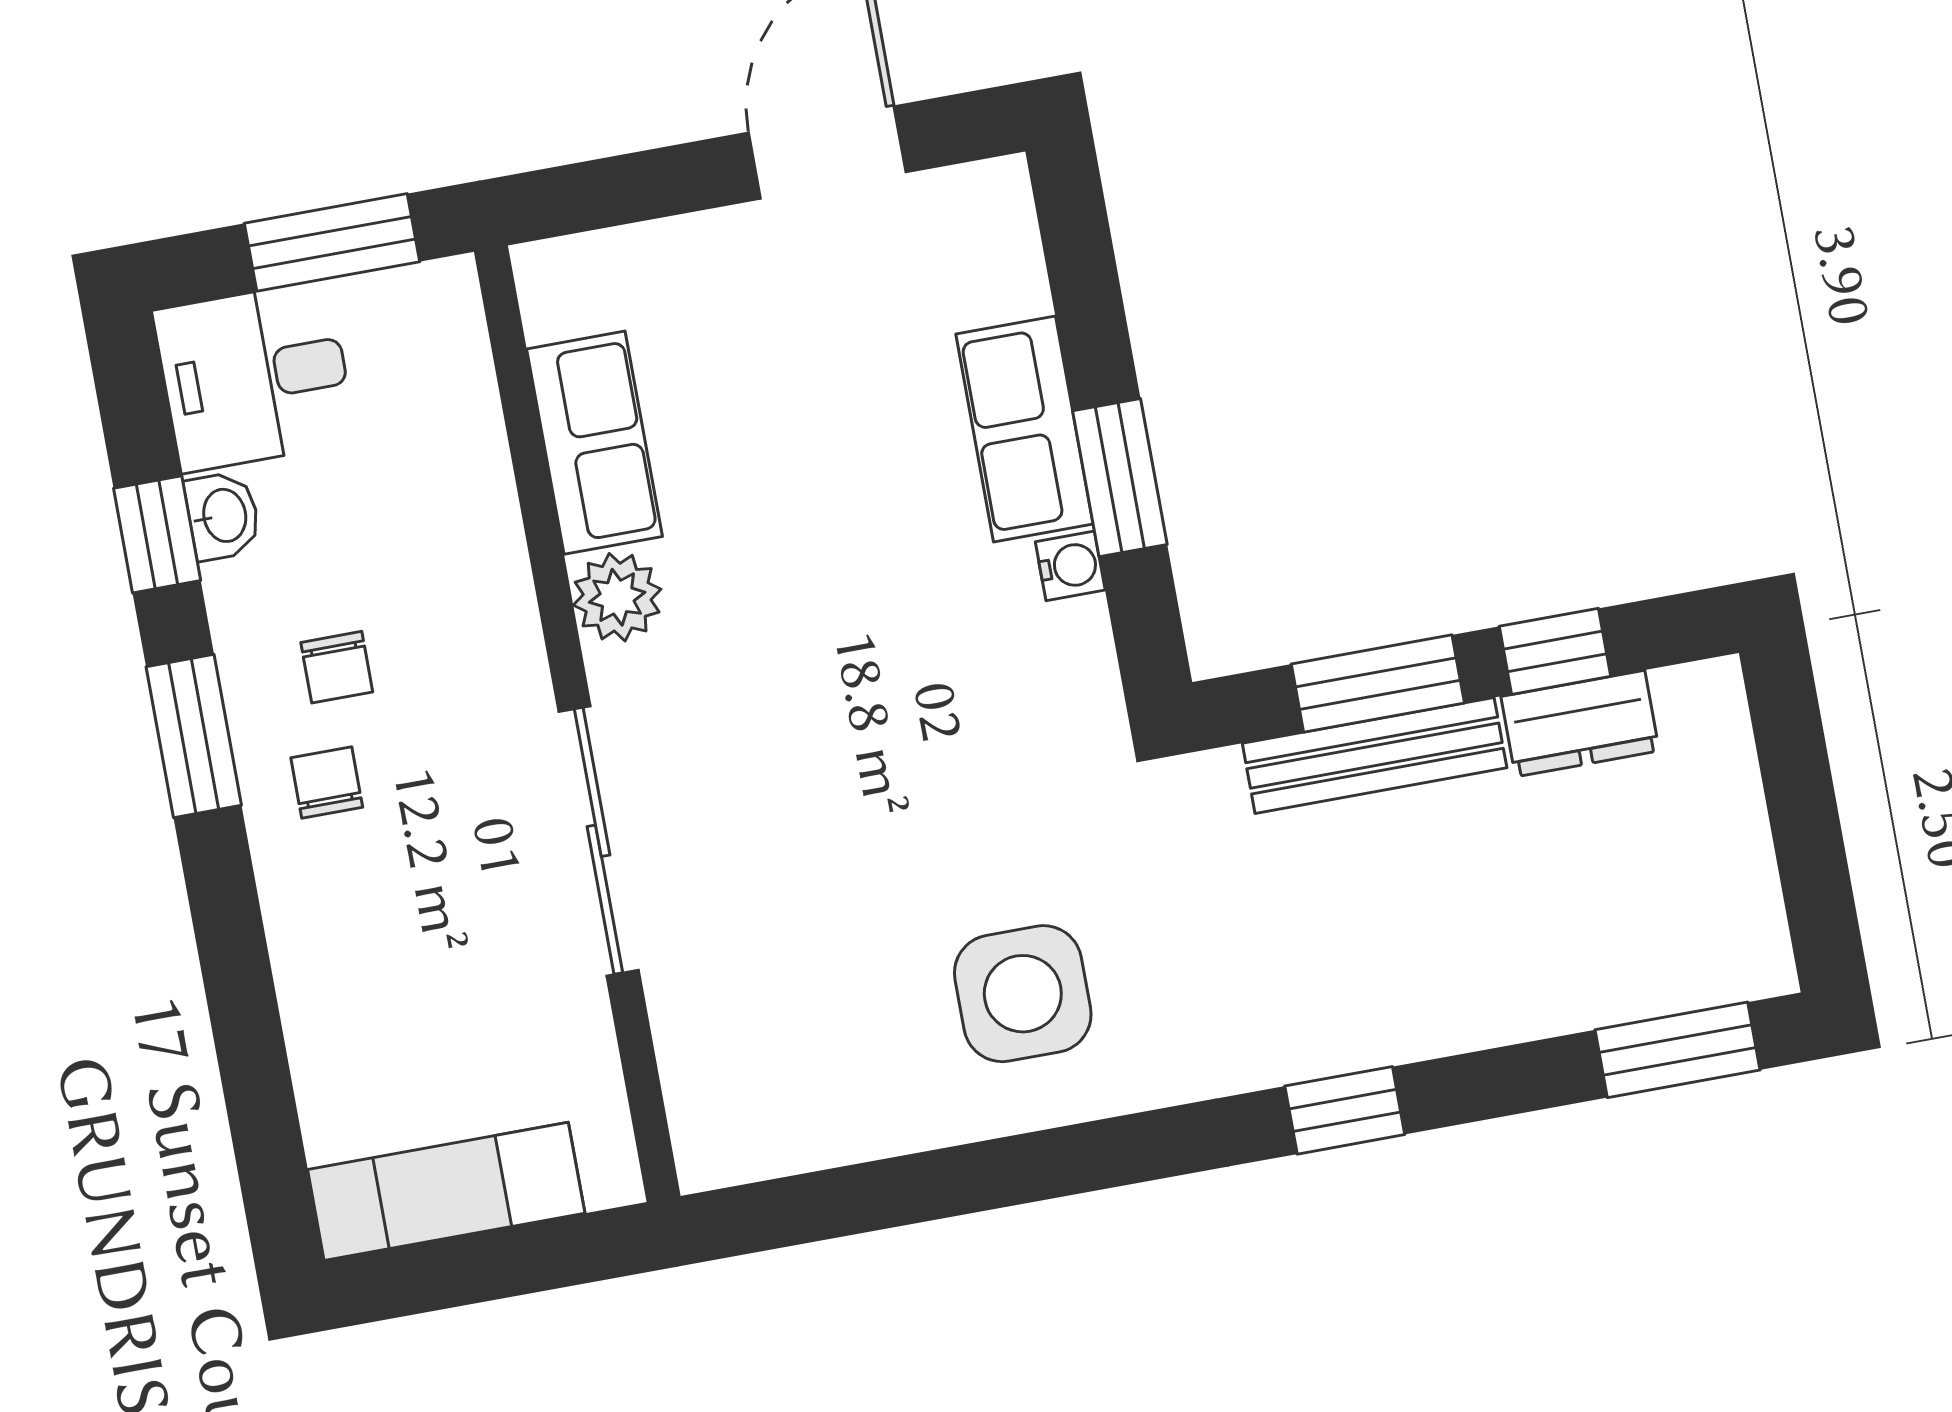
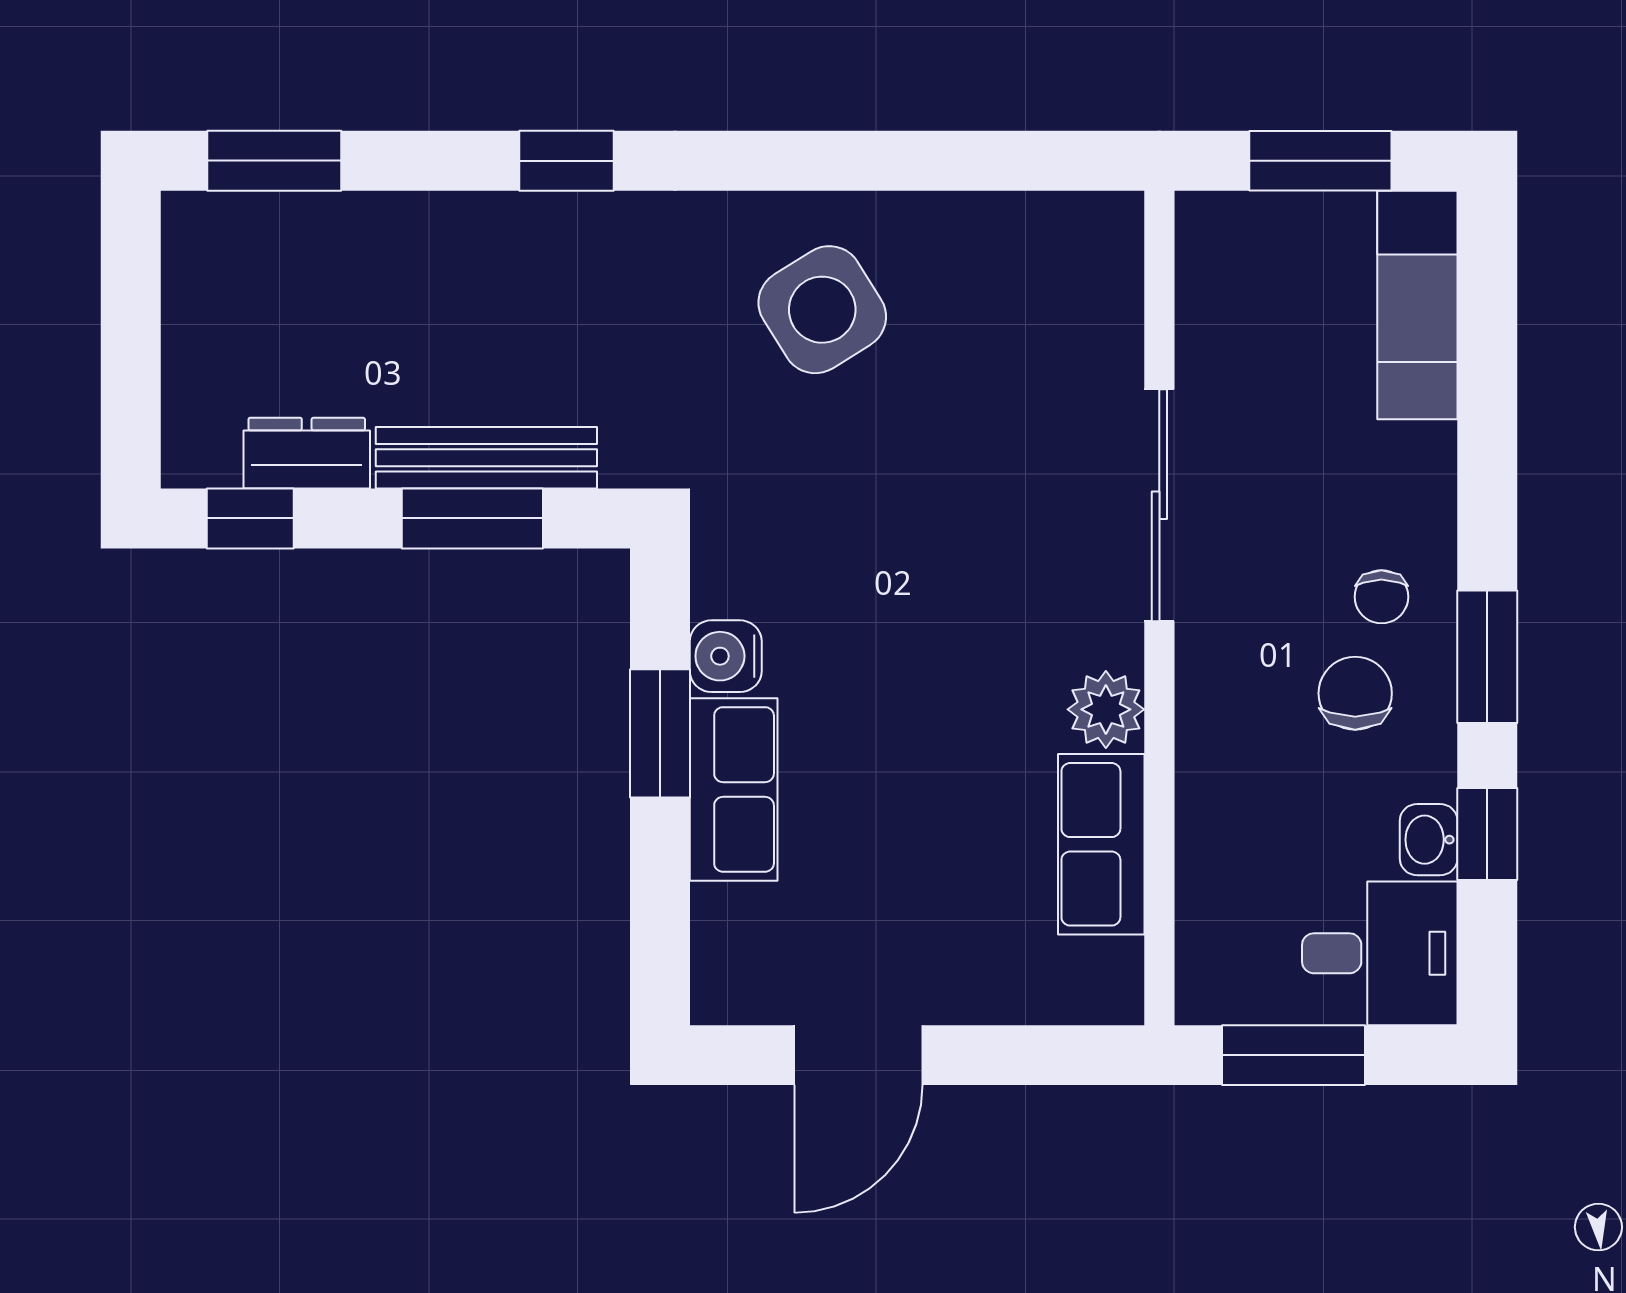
water cooler: (1070, 566) -> (726, 656), width x1.38, depth x1.38
window: (1555, 651) -> (250, 518), moved
chair: (337, 667) -> (1355, 693), width x1.37, depth x1.37
side table: (1023, 994) -> (822, 310), turned -32
exam couch: (446, 1191) -> (1417, 305), moved, turned 90
window: (486, 1266) -> (1320, 161), added

